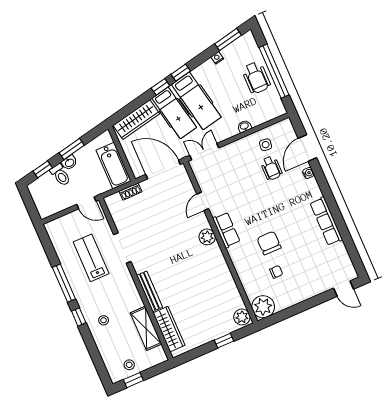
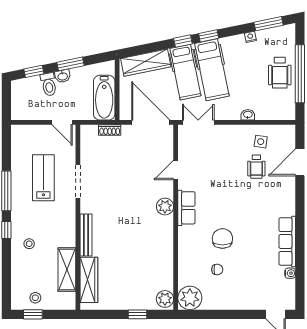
water cooler: (308, 173) -> (290, 273), moved

